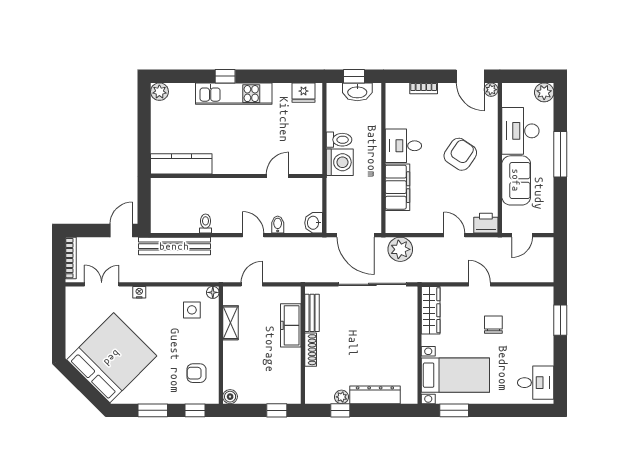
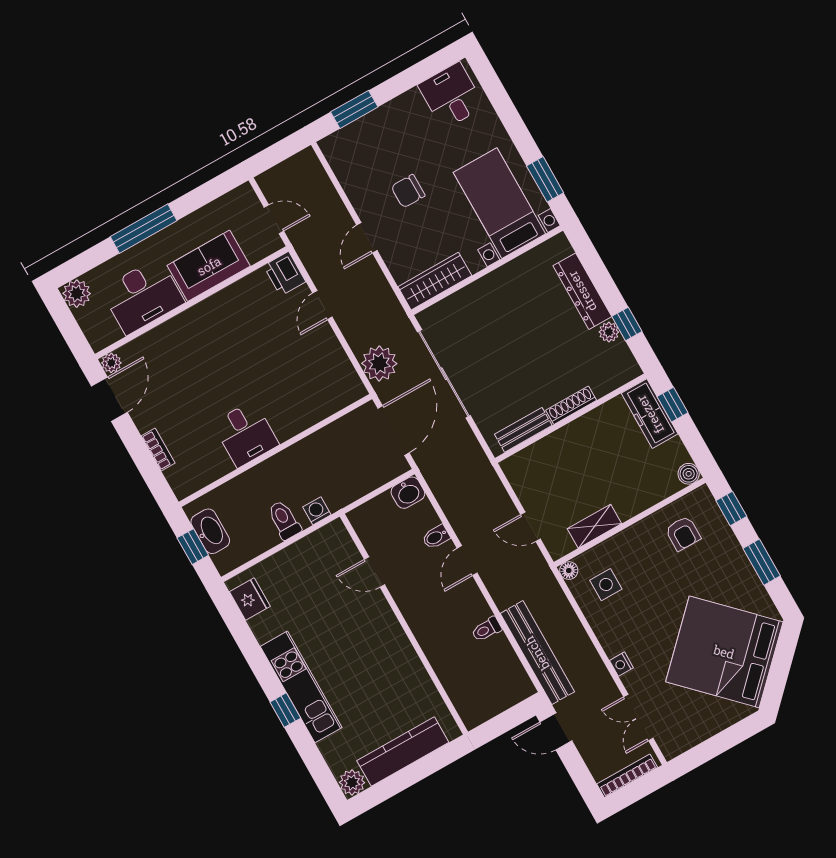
armchair: (460, 154) -> (215, 356), removed
washing machine: (340, 162) -> (317, 511), width x0.53, depth x0.53
kitchen counter: (181, 164) -> (403, 751), moved, turned 90
filing cabinet: (397, 187) -> (302, 412), removed
freezer: (291, 325) -> (650, 414), moved, turned 90

